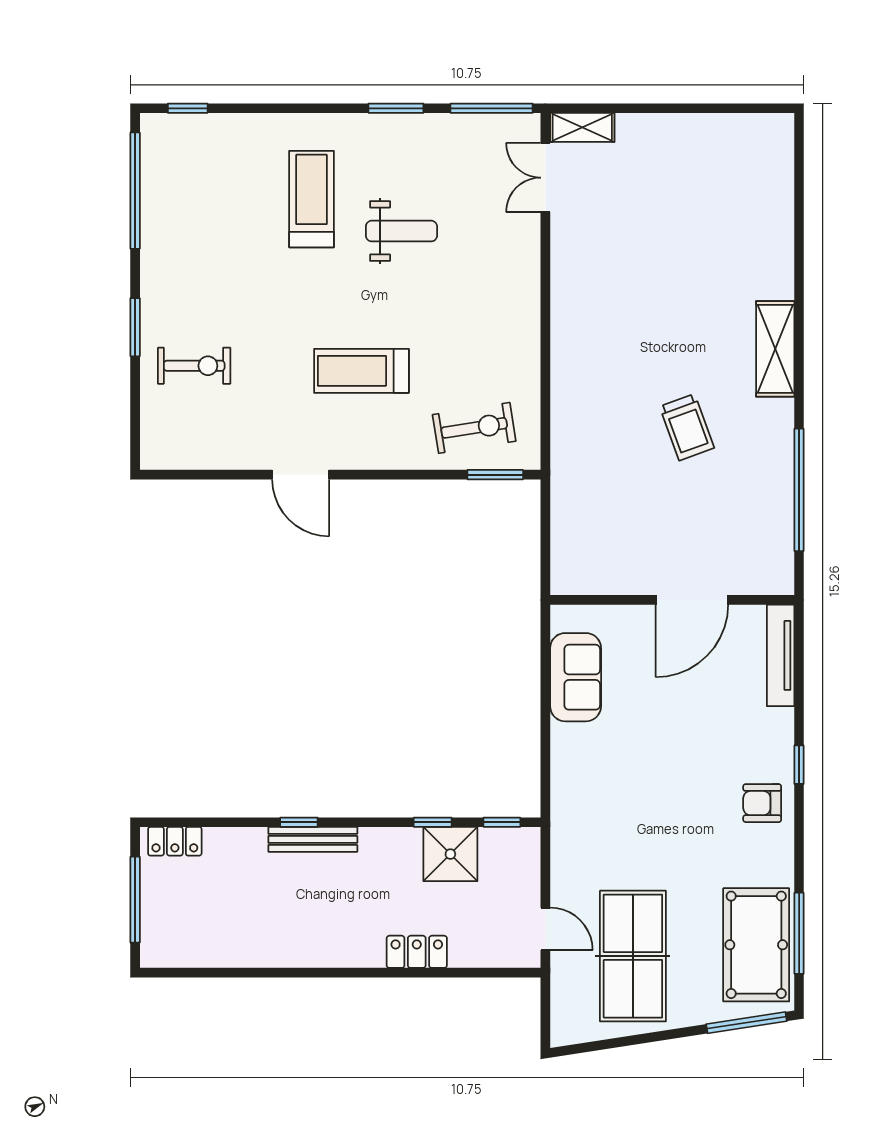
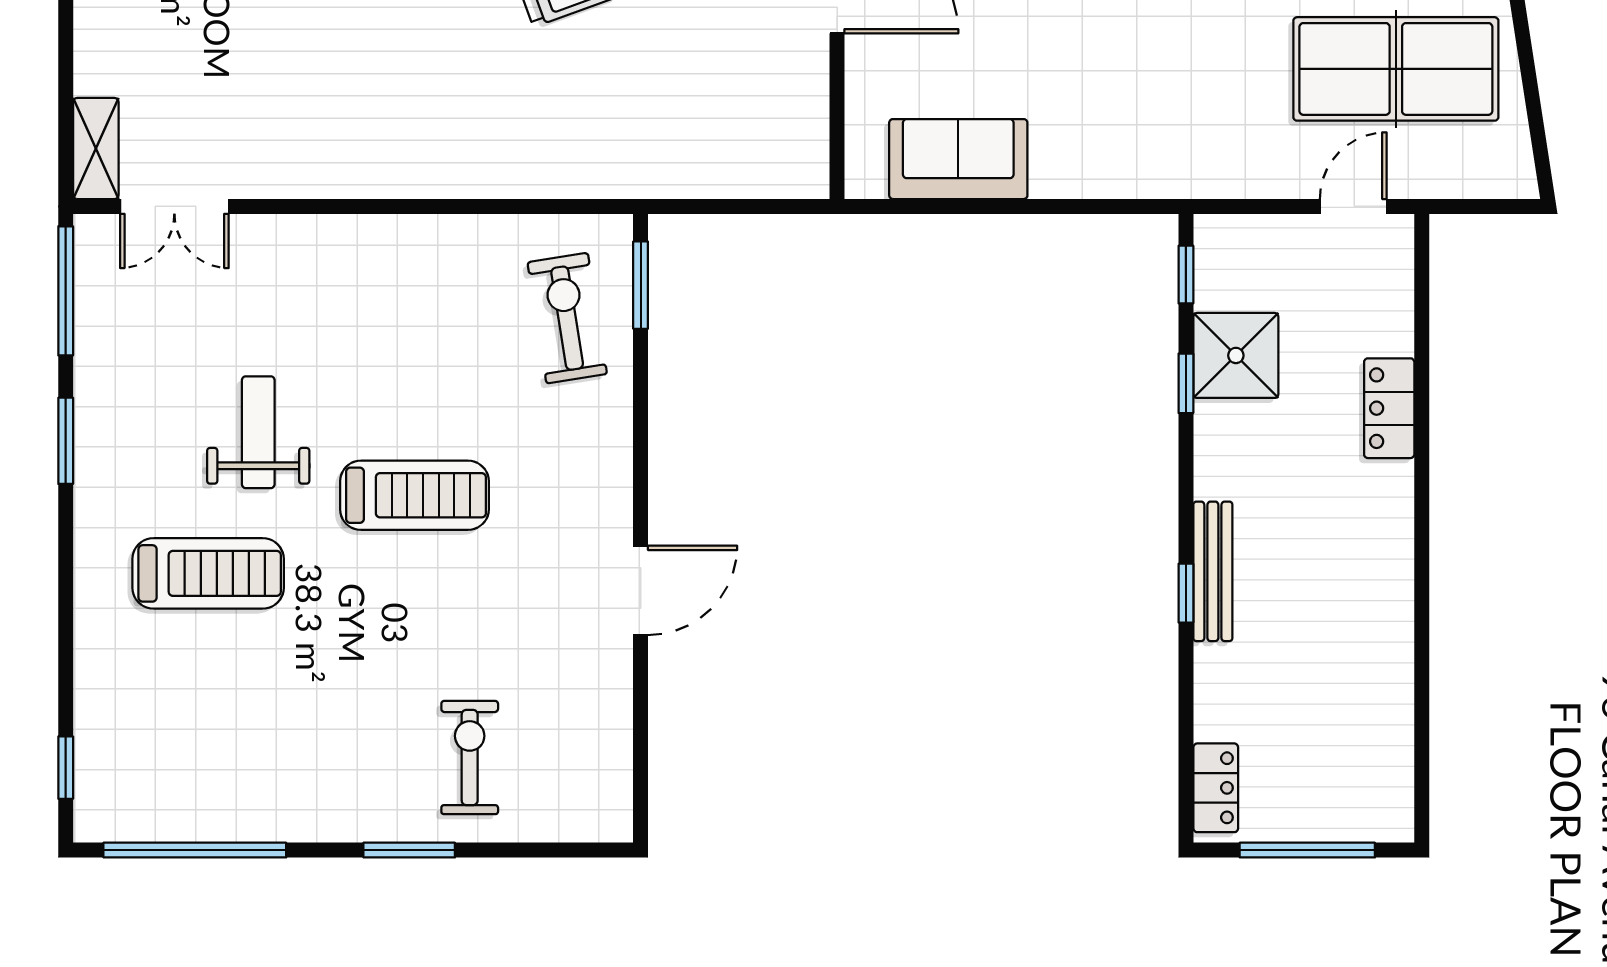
treadmill: (311, 199) -> (208, 573), turned 180
treadmill: (361, 371) -> (414, 495), moved, turned -90

